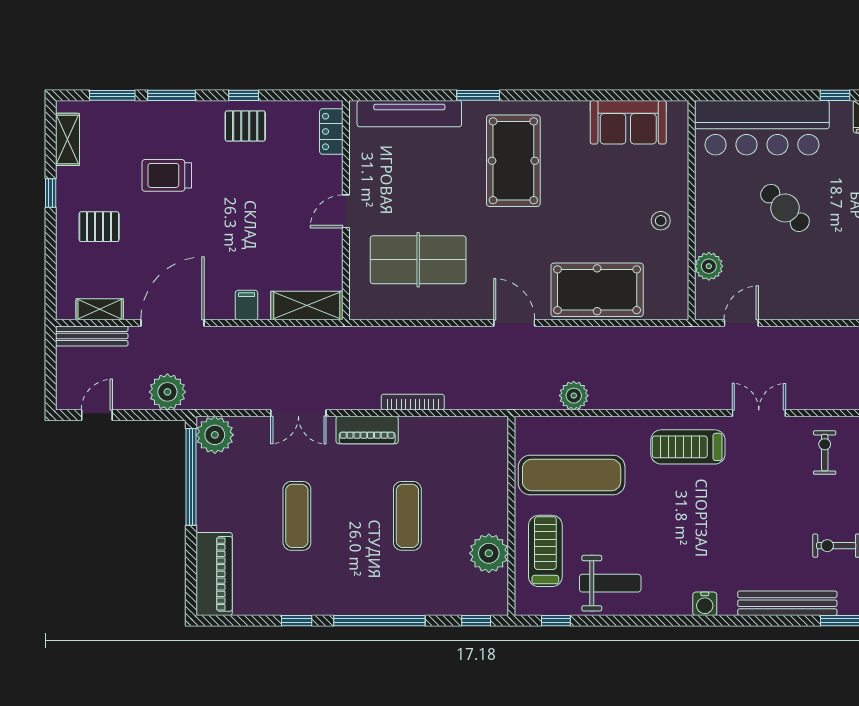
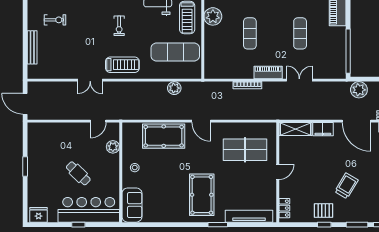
window: (835, 95) -> (78, 225), moved
sofa: (628, 122) -> (132, 205), moved, turned 90
trolley: (167, 175) -> (346, 186), moved, turned -59
filing cabinet: (247, 305) -> (323, 129), width x2.00
door: (172, 323) -> (357, 121), hinge flipped
plant: (215, 435) -> (337, 70), removed
exercise bike: (825, 453) -> (119, 26), moved

